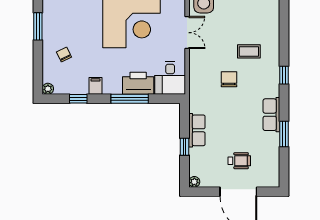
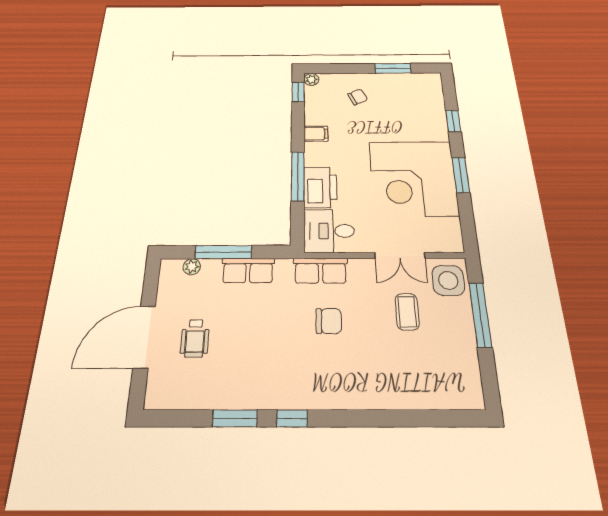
coffee table: (249, 51) -> (407, 312), moved
window: (284, 75) -> (292, 418), moved
window: (78, 99) -> (298, 92), moved
row of seats: (271, 115) -> (321, 271), moved, turned 180
window: (185, 147) -> (223, 252), width x2.17
plant: (194, 182) -> (192, 267), moved

